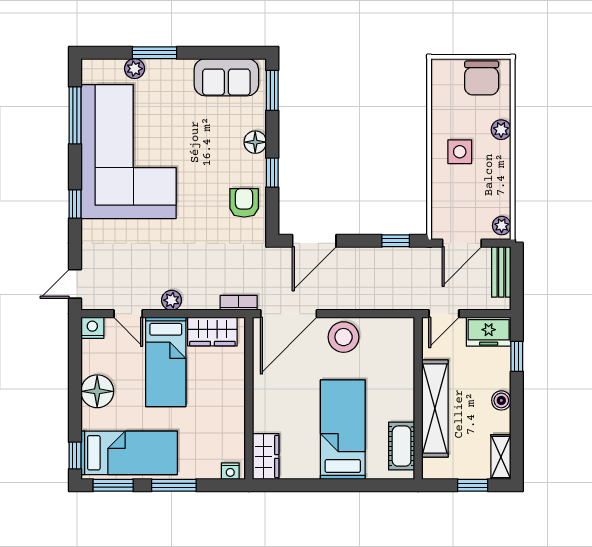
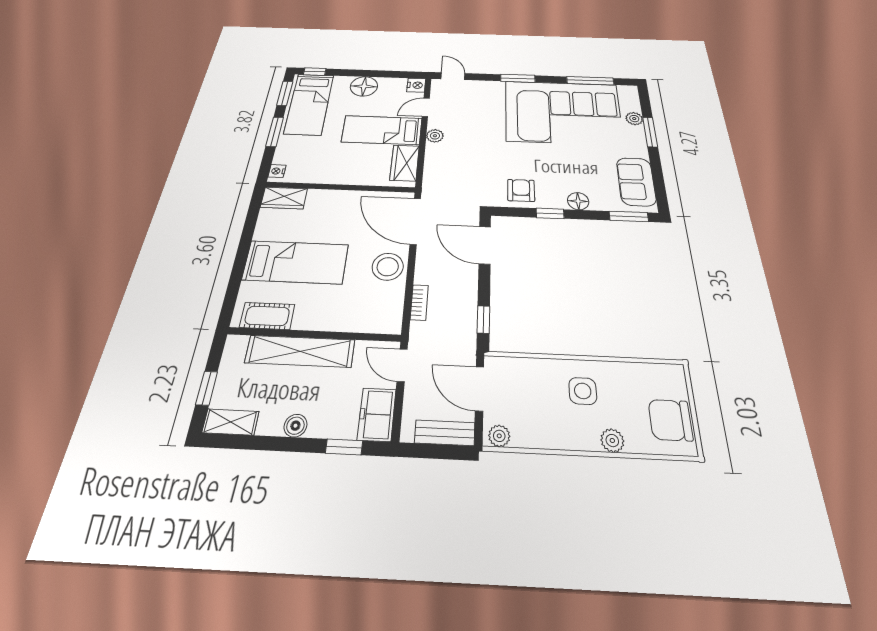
armchair: (244, 203) -> (521, 190), turned -90
window: (75, 204) -> (518, 78), width x1.50
bookcase: (239, 303) -> (419, 302), moved

